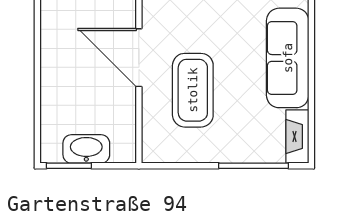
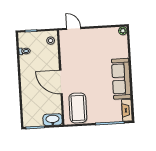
coffee table: (193, 90) -> (78, 108), moved
washbasin: (86, 149) -> (53, 120), moved

